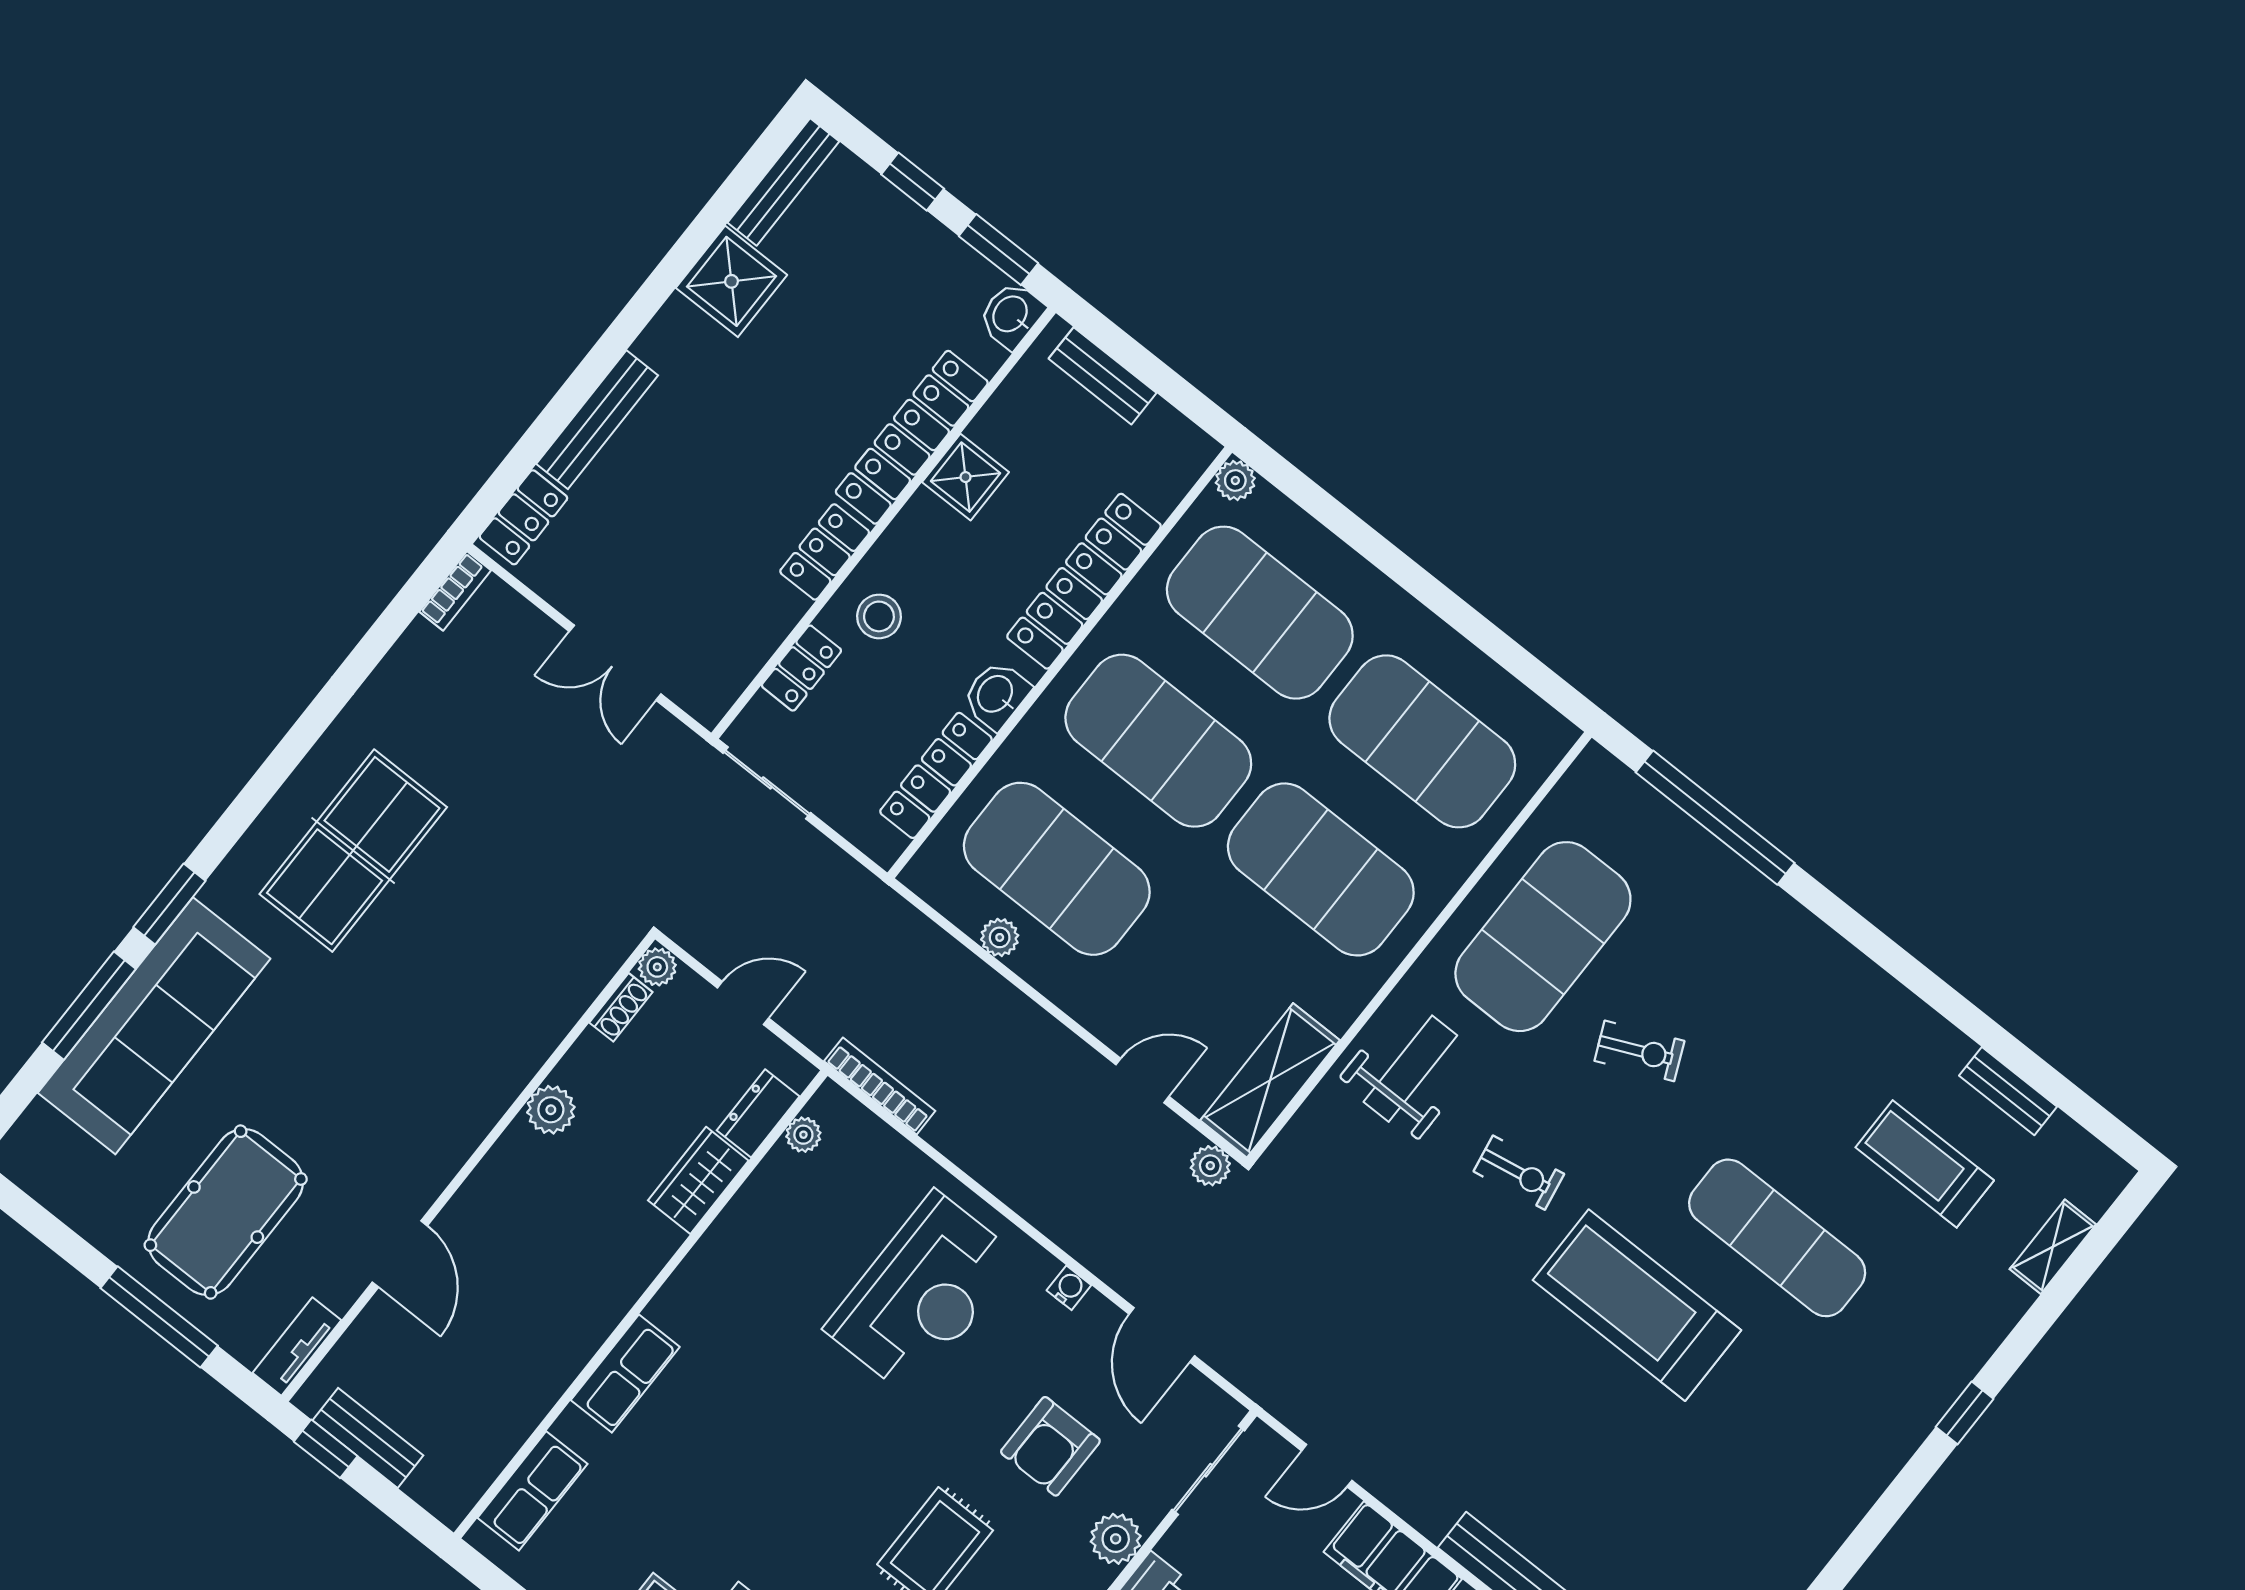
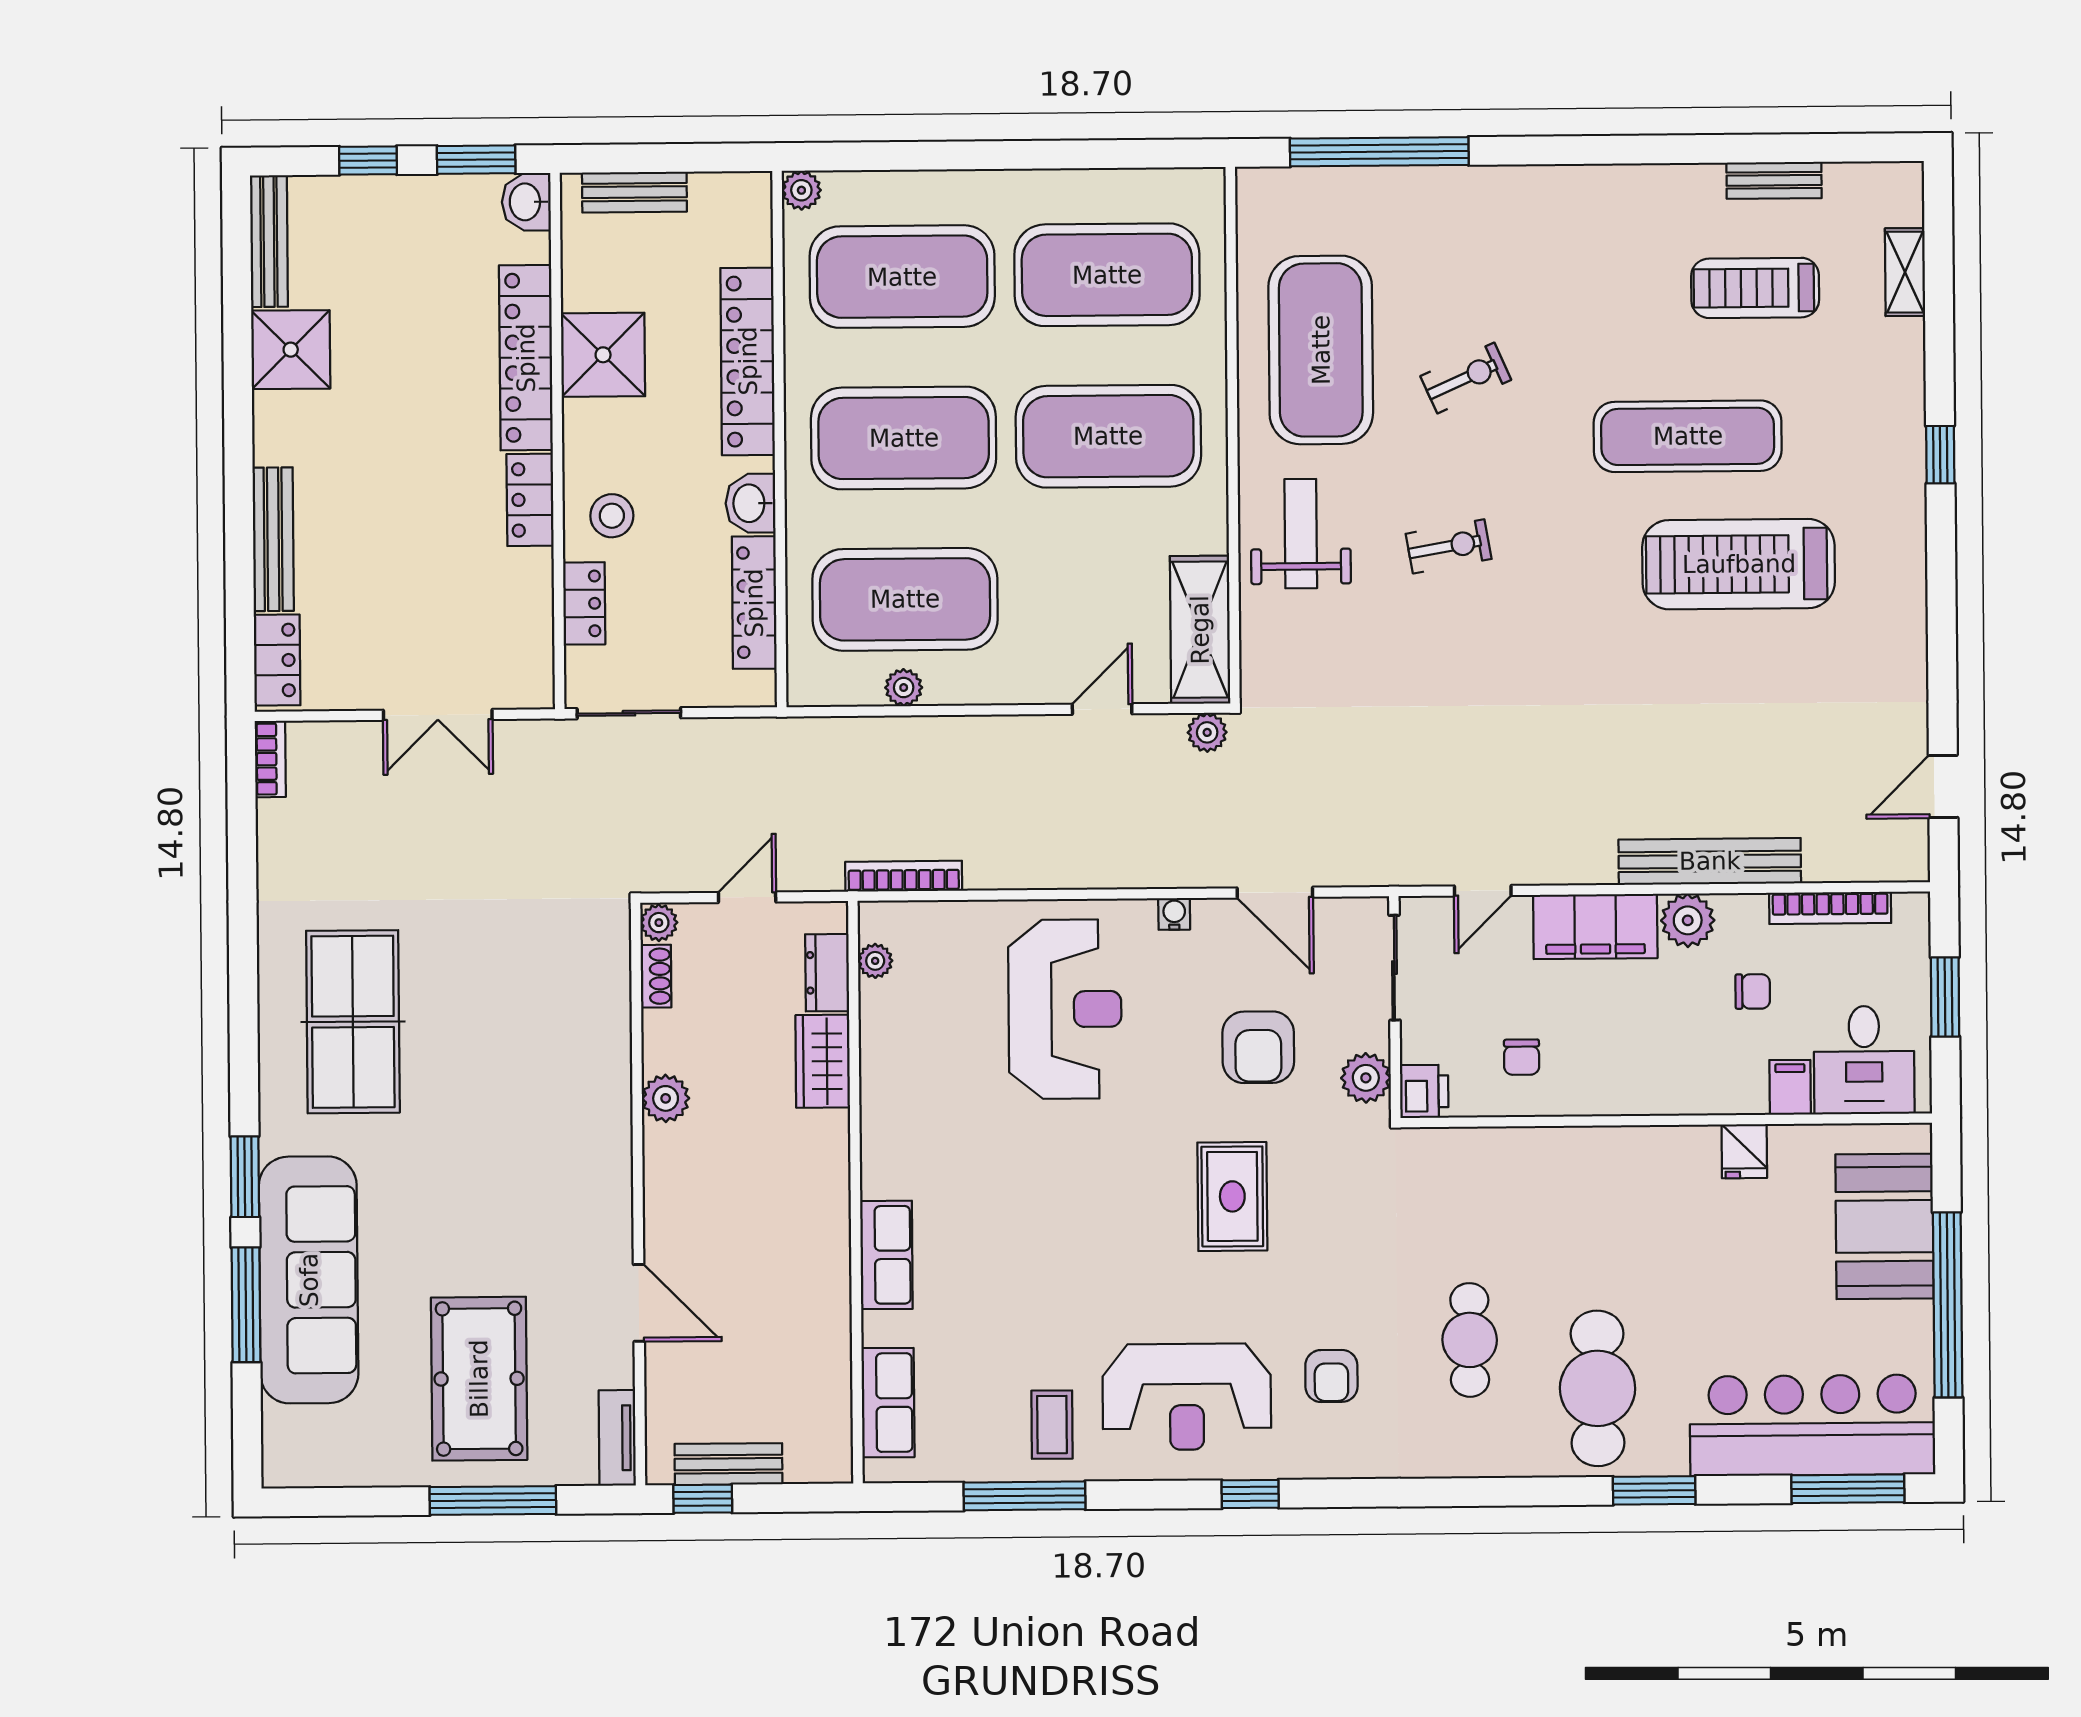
shower: (966, 477) -> (603, 355), width x1.36, depth x1.36
treadmill: (1637, 1305) -> (1739, 564), moved

